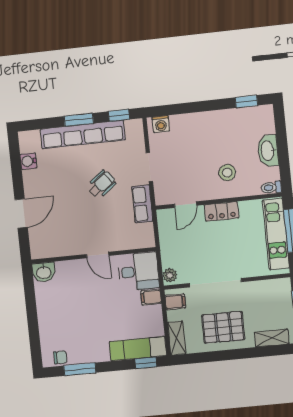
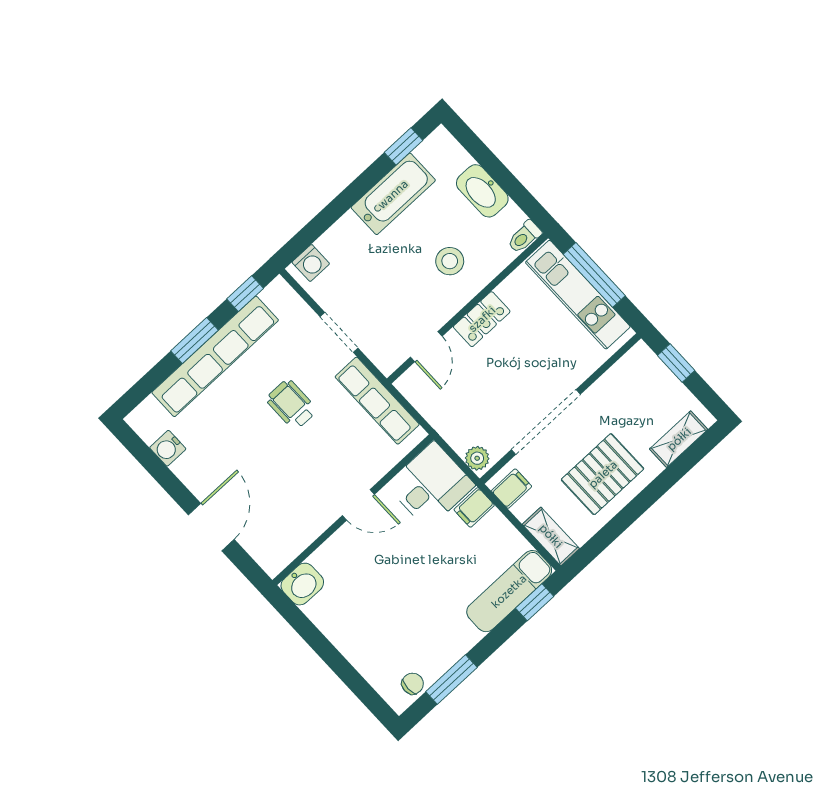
bathtub: (225, 120) -> (393, 194), added
wheelchair: (102, 184) -> (291, 405), turned -52
row of seats: (142, 204) -> (377, 401), width x1.48

